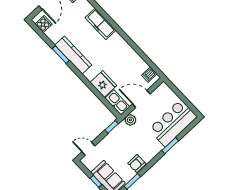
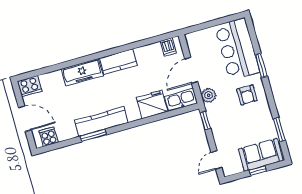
kitchen counter: (121, 45) -> (119, 62), added
armchair: (137, 164) -> (247, 95), moved

